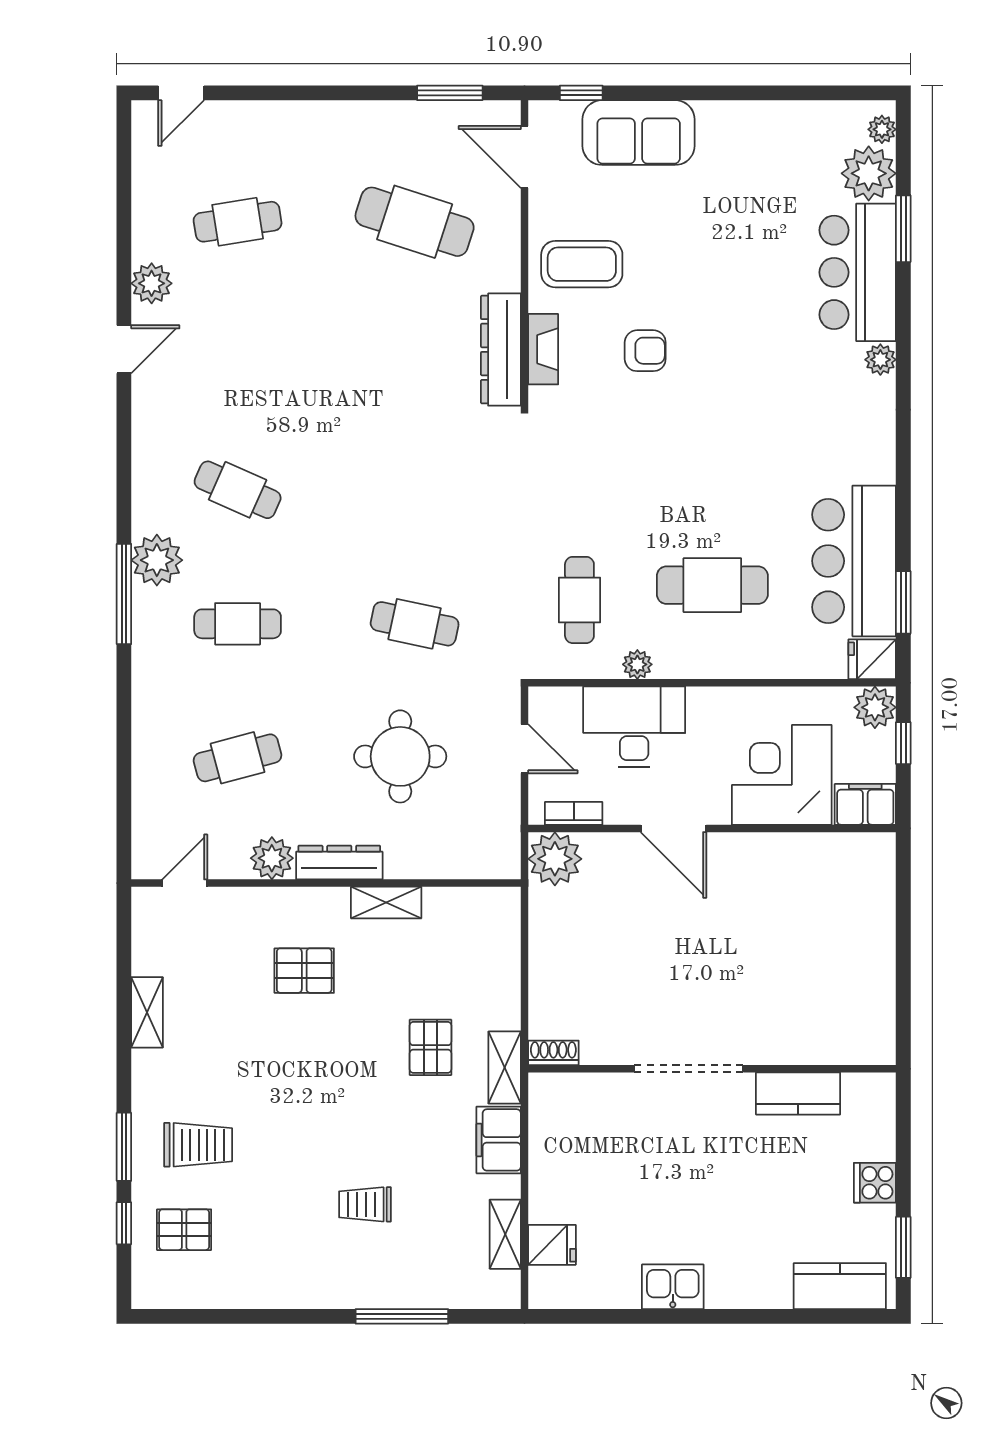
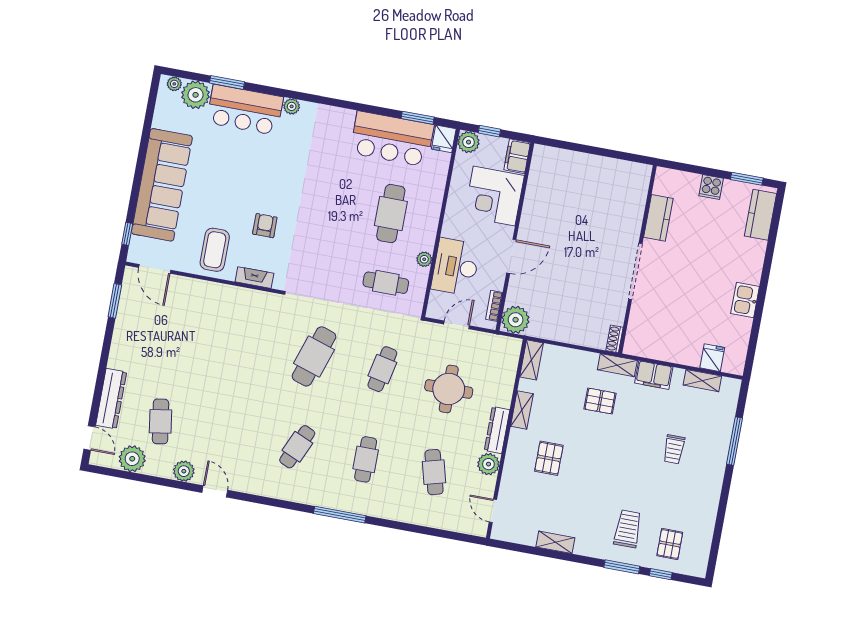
sofa: (639, 133) -> (162, 185), width x1.85, depth x1.27
door: (525, 157) -> (155, 269), hinge flipped
cafe table: (415, 222) -> (314, 356), moved
dresser: (501, 350) -> (111, 399), moved, turned -90
plant: (157, 560) -> (132, 459), moved
shelving: (484, 903) -> (532, 360), added

